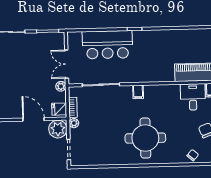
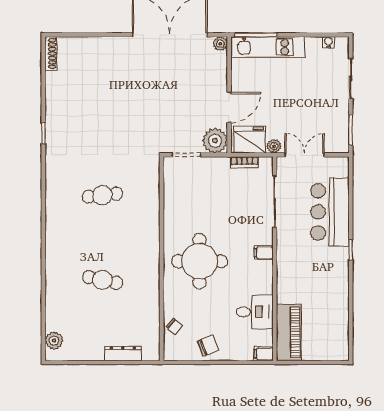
desk: (193, 97) -> (255, 312), moved
fridge: (59, 109) -> (250, 140), width x1.88, depth x1.34
plant: (74, 123) -> (223, 163), removed

